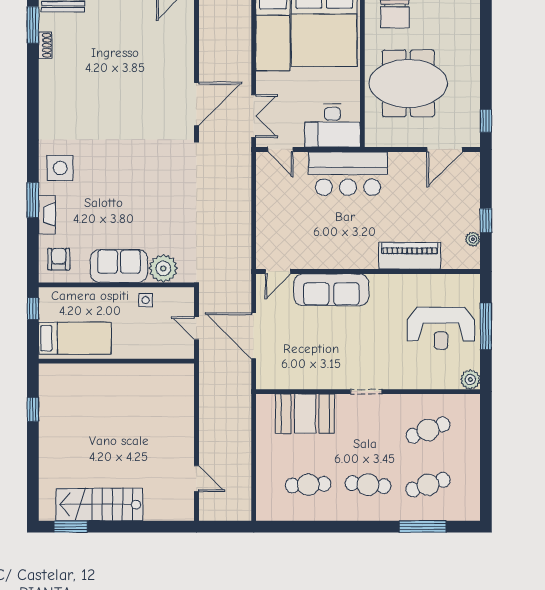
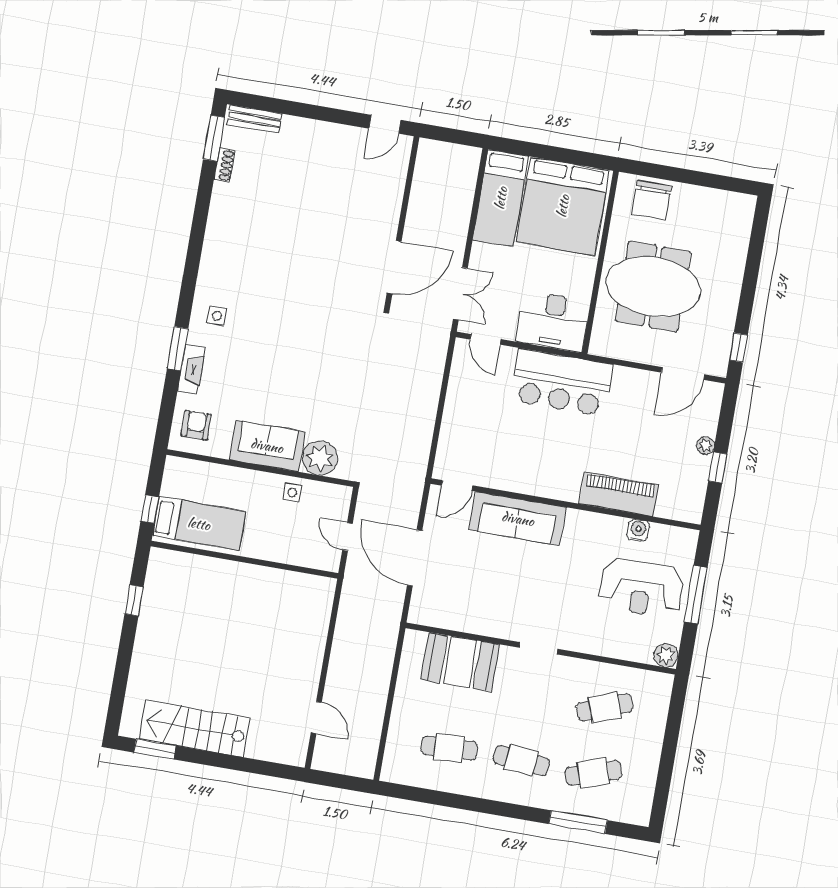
side table: (60, 168) -> (217, 316), width x0.54, depth x0.54
plant: (473, 239) -> (705, 446), moved
water cooler: (430, 282) -> (638, 530), added
window: (33, 309) -> (150, 509), moved

